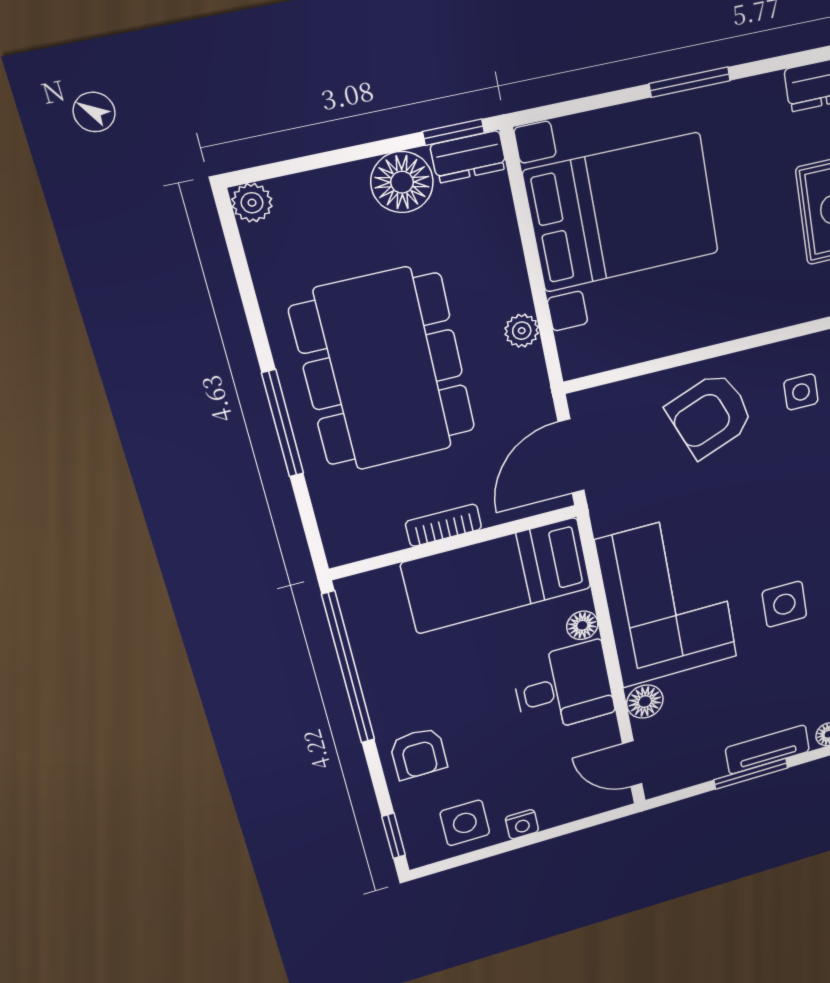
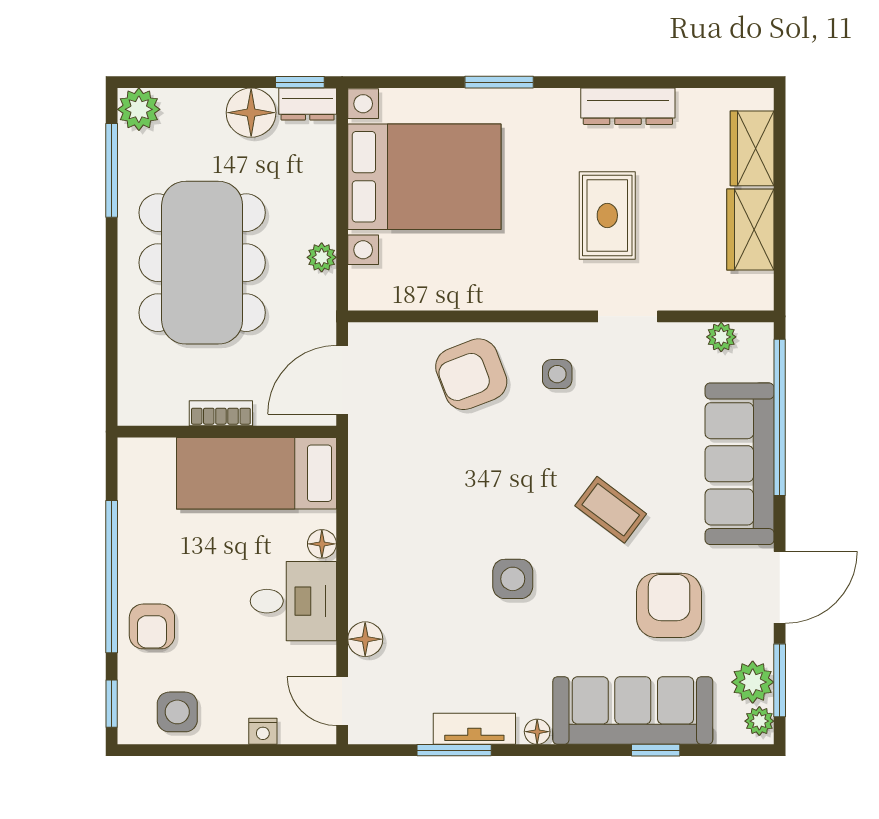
plant: (252, 203) -> (139, 109), width x1.38, depth x1.38
window: (283, 424) -> (112, 170), moved
corner sofa: (667, 599) -> (403, 541), removed
window: (348, 668) -> (112, 577), moved
nightstand: (522, 824) -> (263, 731), moved

